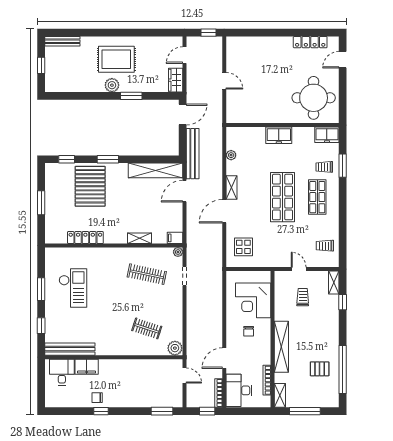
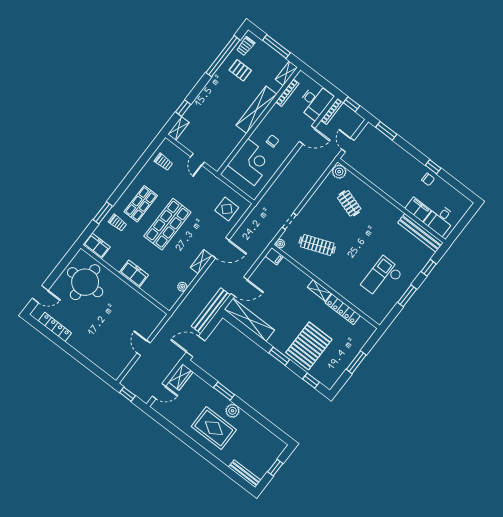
shelving: (139, 238) -> (319, 290), moved
clothes rail: (147, 274) -> (317, 245), turned -33
trolley: (303, 297) -> (246, 46), moved

